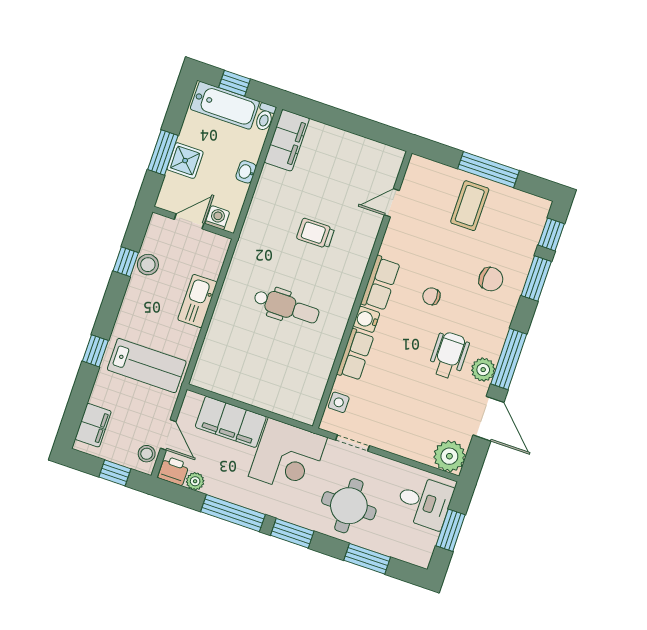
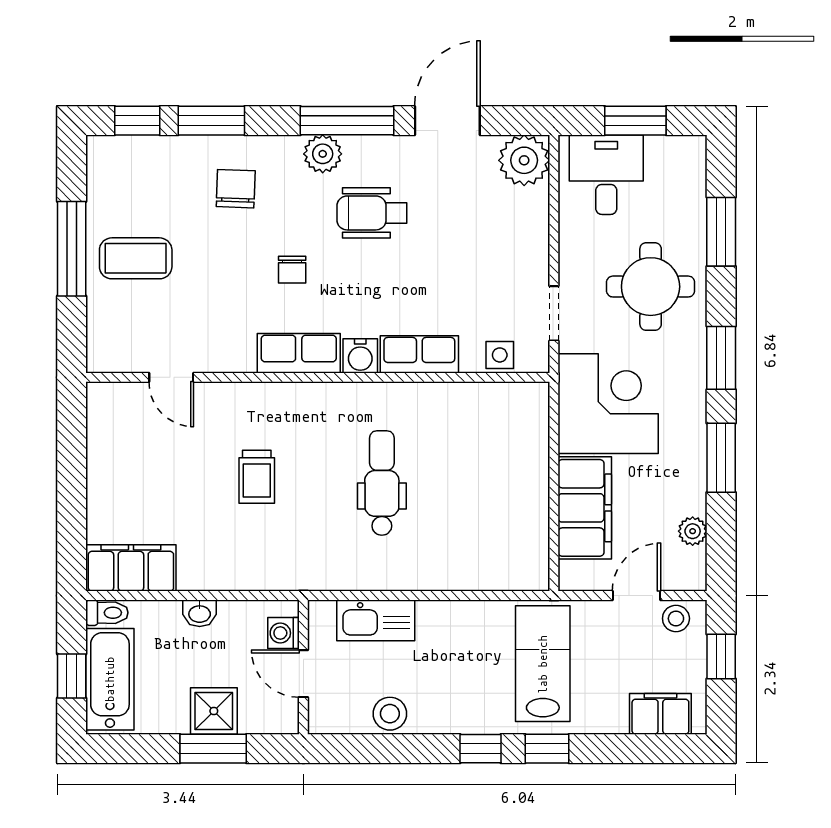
window: (126, 262) -> (481, 749), moved
kitchen sink: (197, 301) -> (376, 620), moved
plant: (483, 370) -> (323, 154), moved
printer: (173, 471) -> (688, 569), removed
window: (233, 513) -> (721, 458), width x0.69

